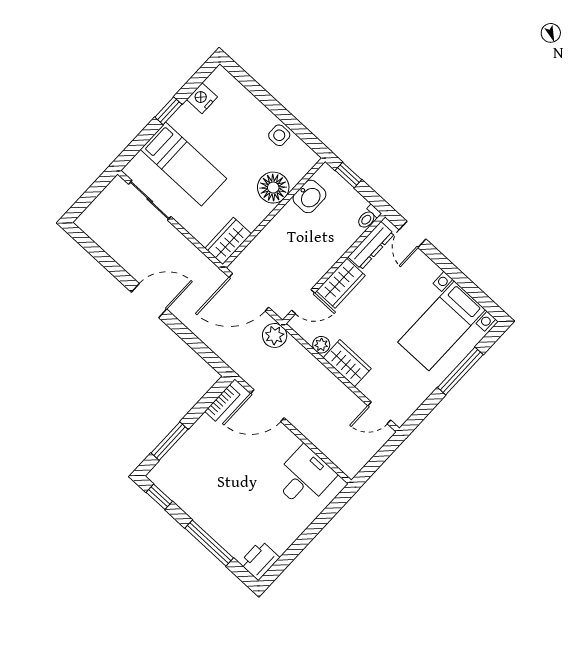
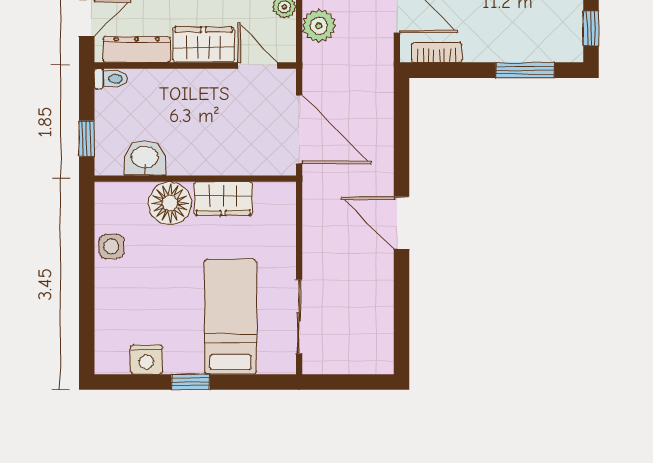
wardrobe: (228, 241) -> (223, 199), moved
plant: (275, 335) -> (319, 26), moved

